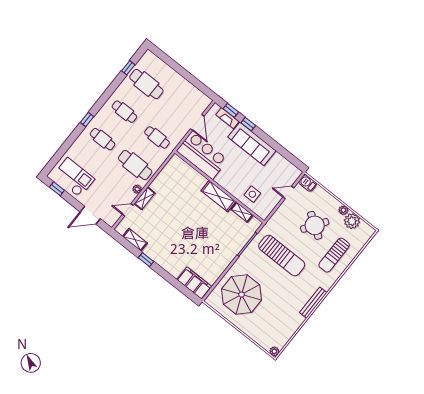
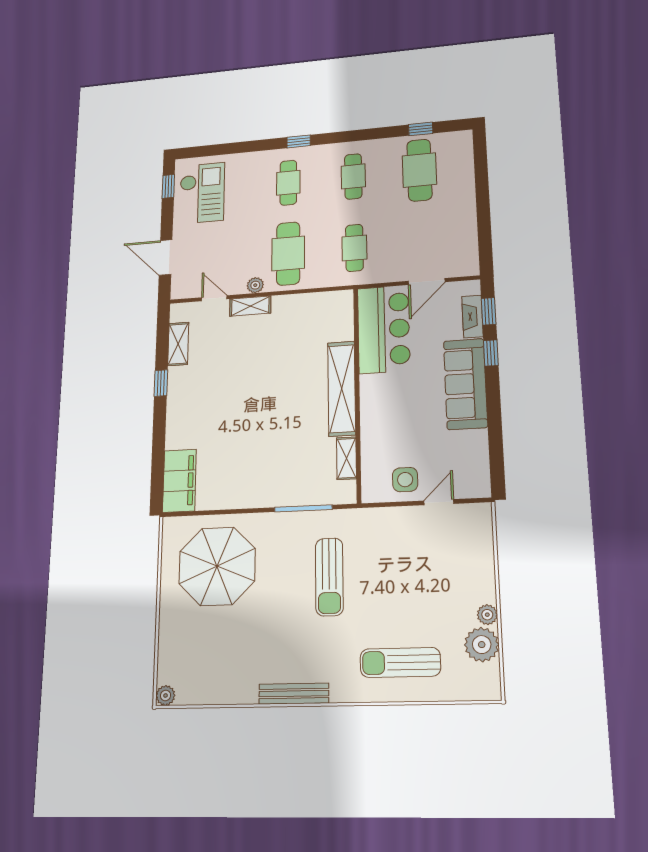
barbecue: (308, 183) -> (480, 519), removed
door: (288, 192) -> (439, 502), hinge flipped
side table: (252, 194) -> (405, 480), moved
shelving: (218, 196) -> (342, 388), width x1.47
round table: (315, 225) -> (422, 589), removed
sun lounger: (282, 255) -> (329, 577), width x0.73, depth x0.75

